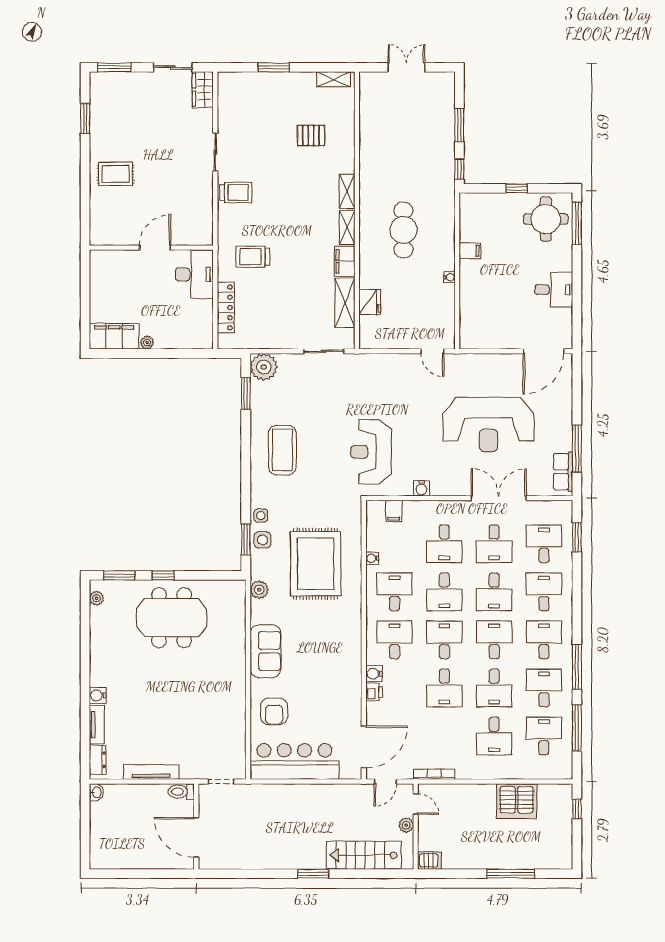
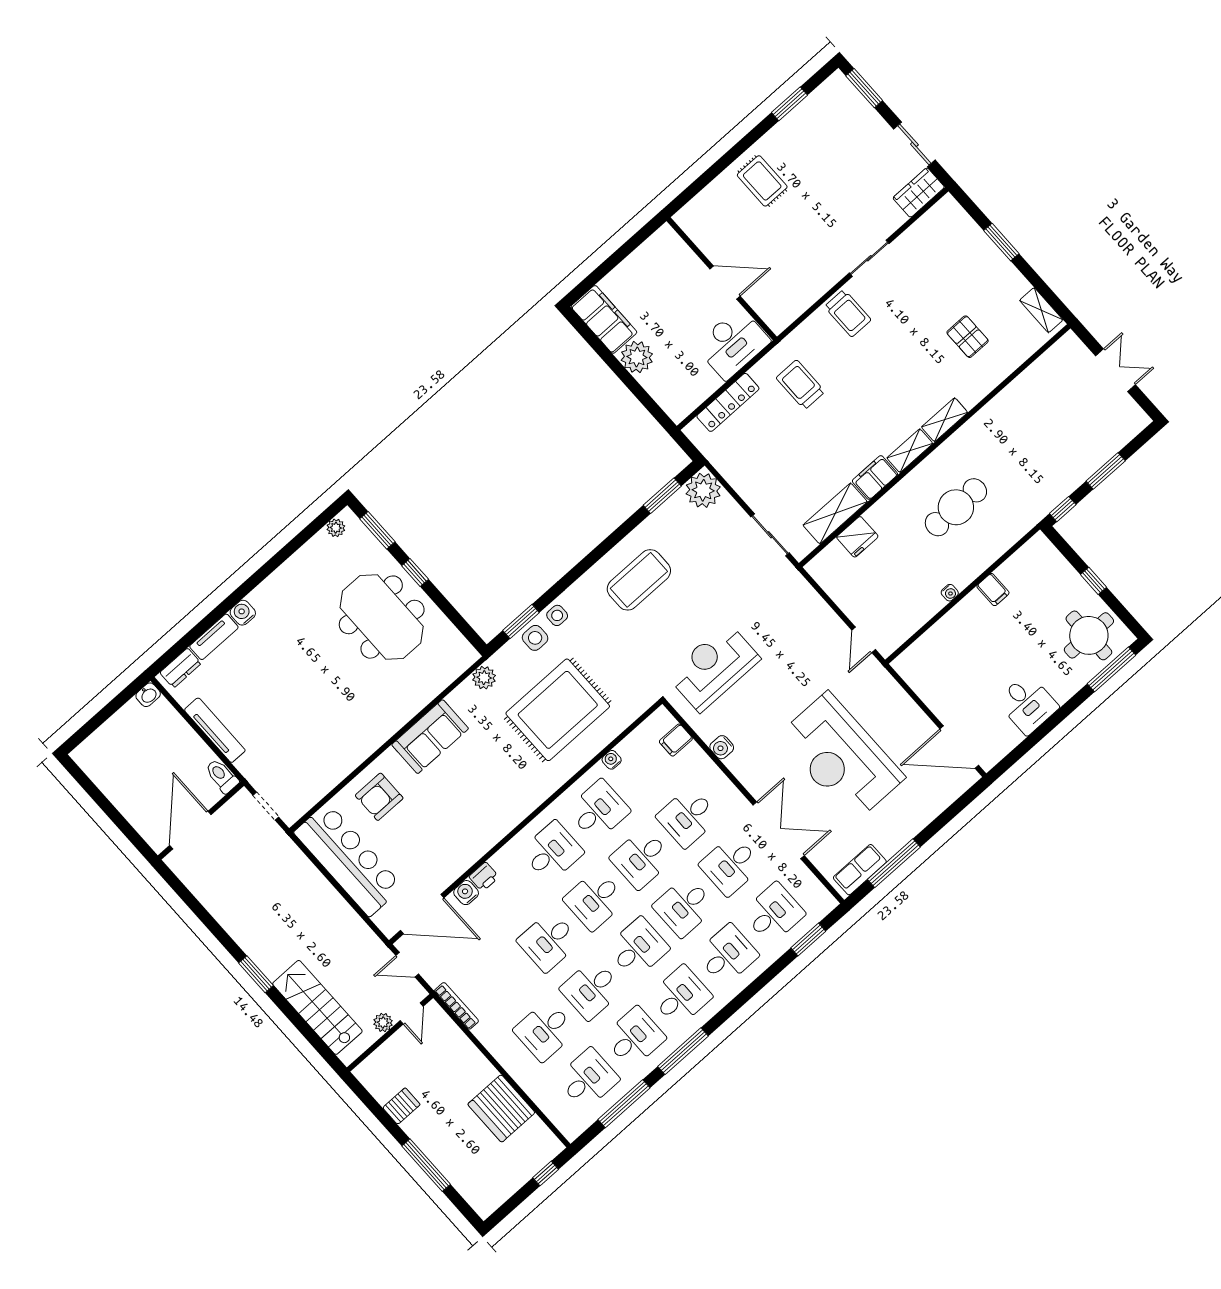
plant: (147, 343) -> (637, 357), width x1.88, depth x1.88
desk: (444, 640) -> (595, 900), turned 180
water cooler: (374, 674) -> (466, 893), moved
server rack: (430, 860) -> (401, 1106), moved, turned -90

